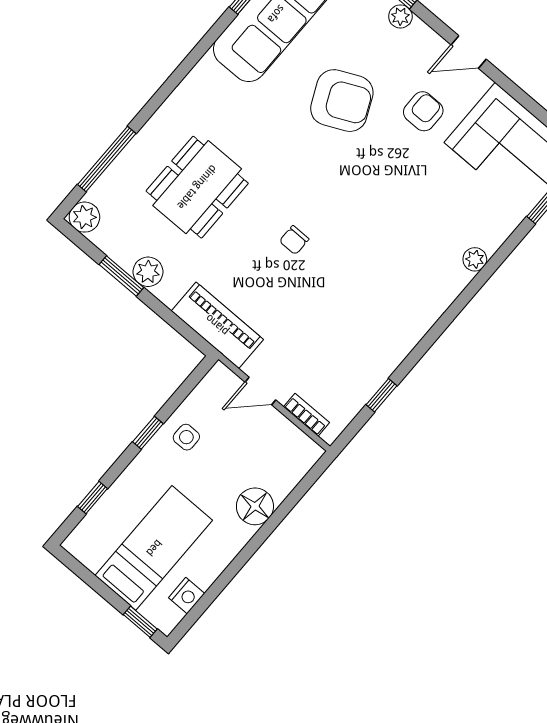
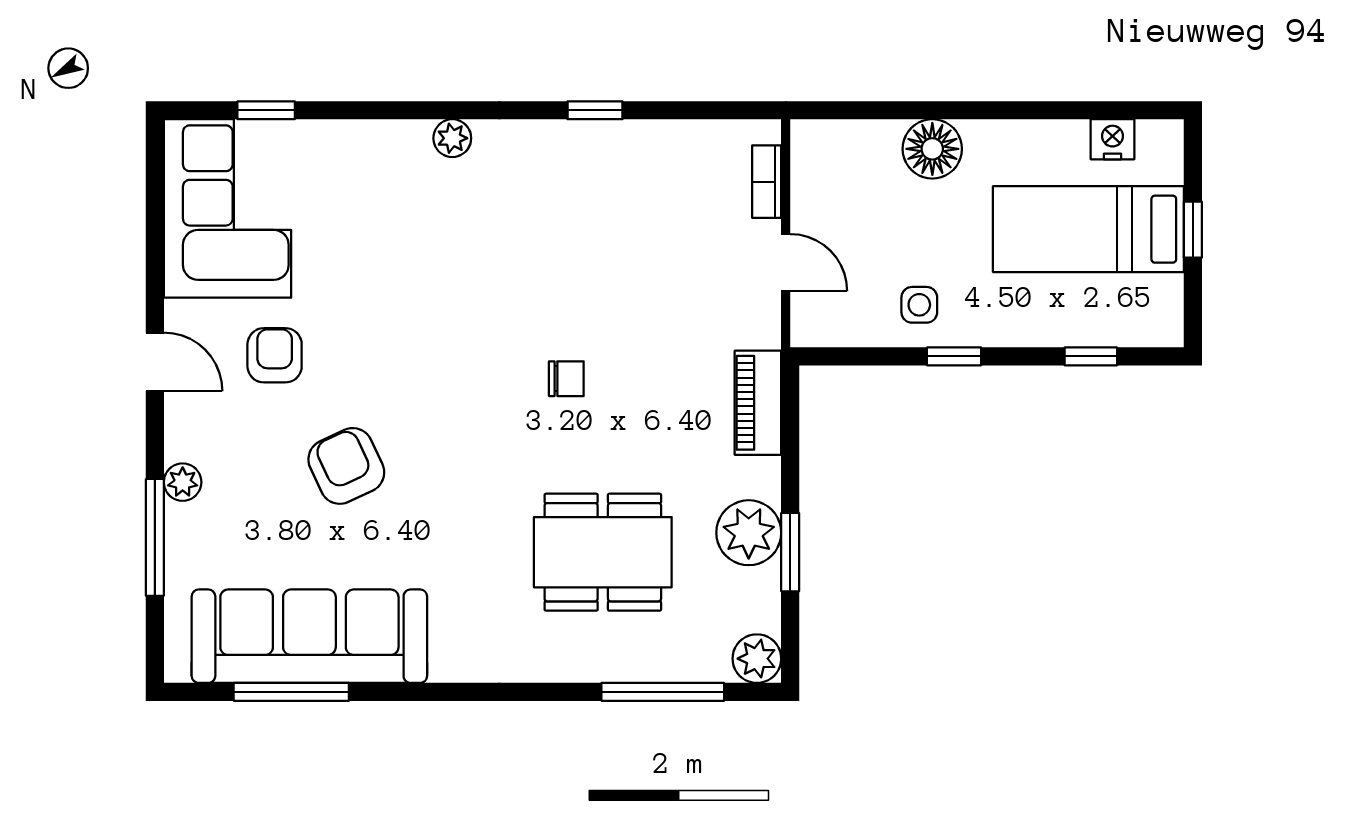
armchair: (342, 101) -> (346, 466), width x0.73, depth x0.73
armchair: (423, 111) -> (275, 355), turned 90
plant: (475, 259) -> (452, 138), moved
plant: (148, 272) -> (749, 533), width x1.36, depth x1.36
piano: (217, 325) -> (758, 403), width x0.73, depth x0.75
window: (382, 395) -> (595, 110), moved
window: (140, 622) -> (1193, 230), moved

